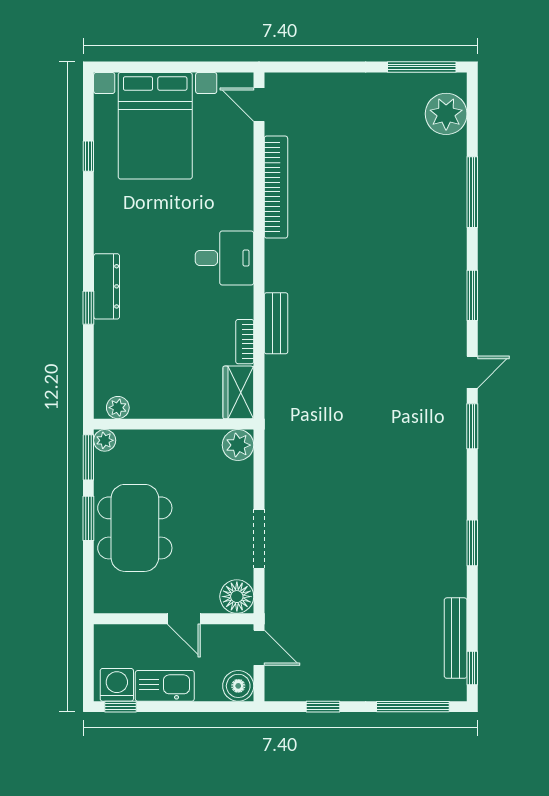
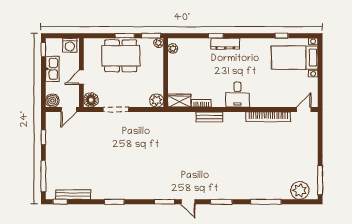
bed with nightstands: (155, 126) -> (295, 58), width x0.73
washing machine: (117, 685) -> (70, 45), moved, turned 90

